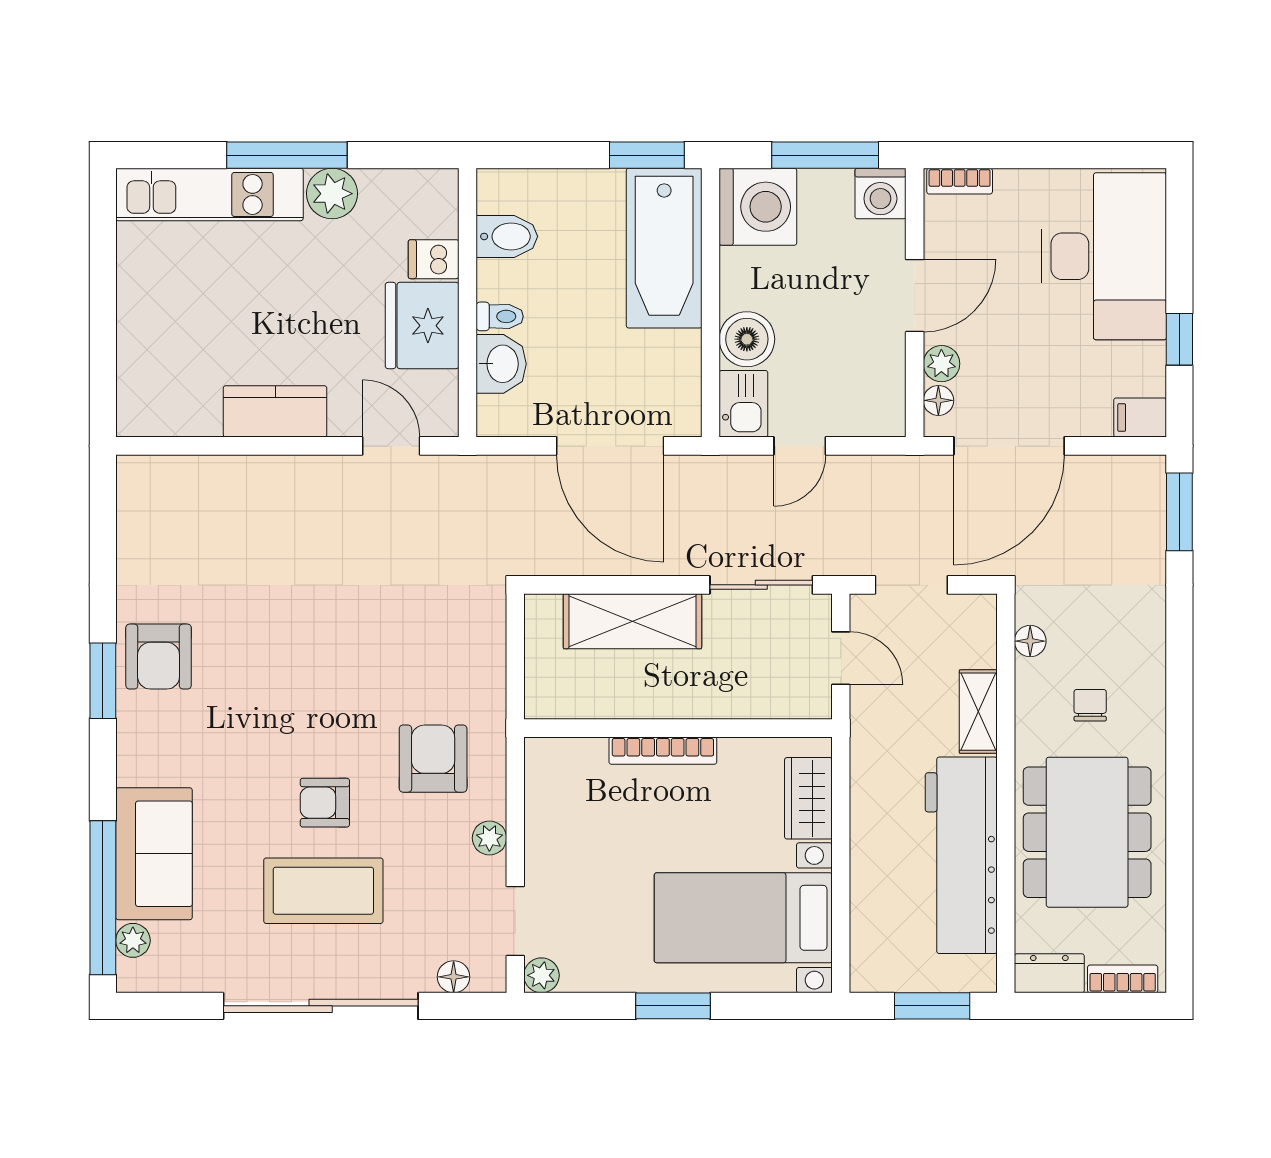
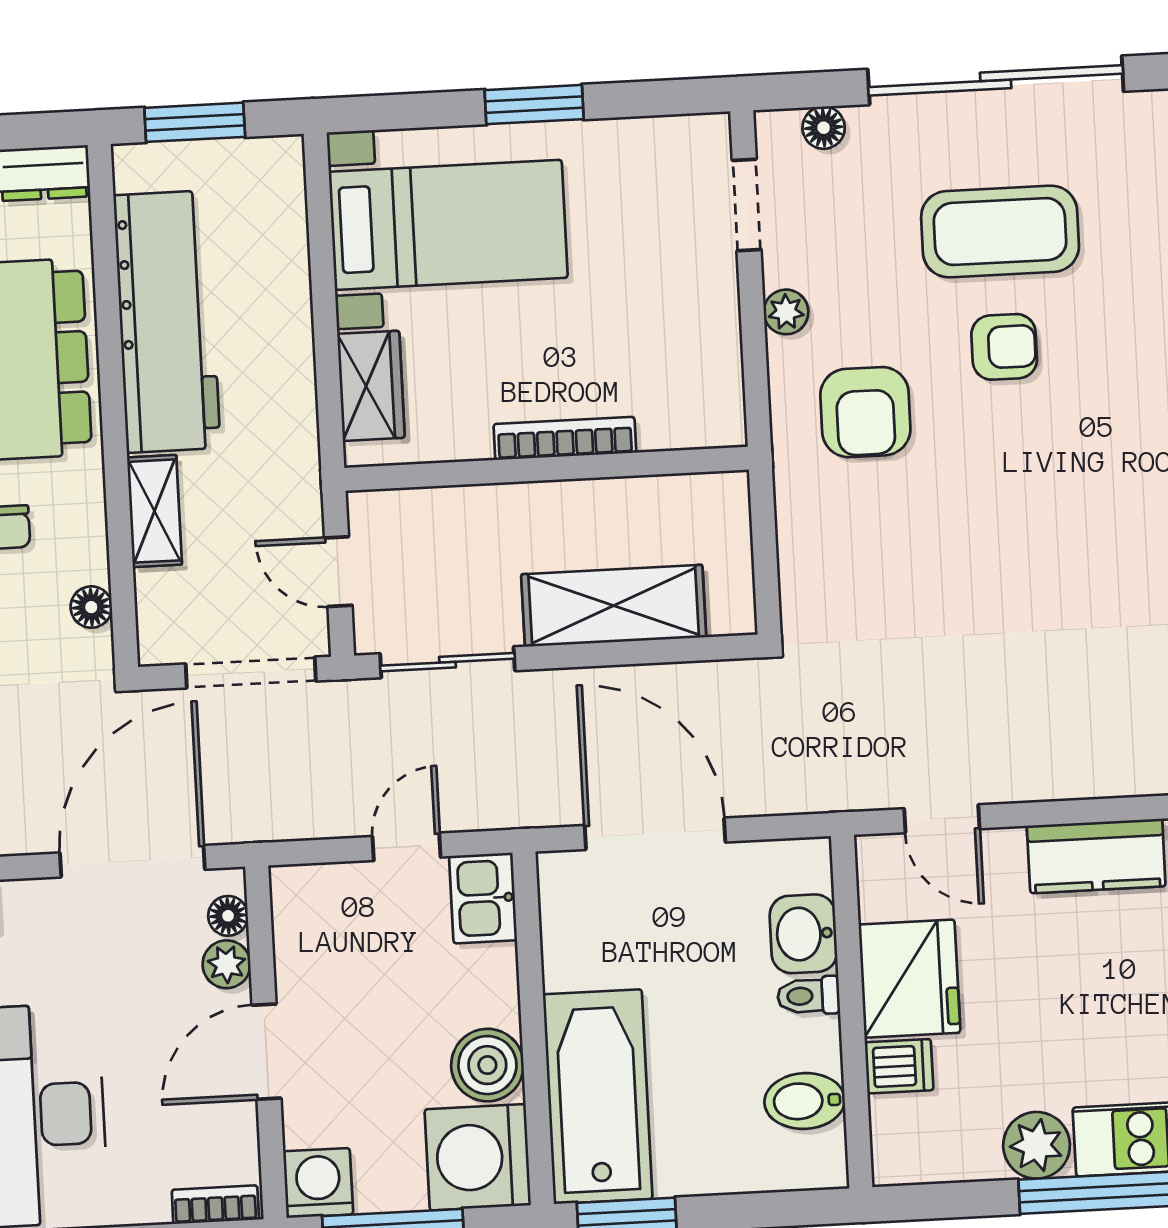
boiler: (747, 339) -> (487, 1065), moved
doorway: (911, 585) -> (251, 672), width x1.38
plant: (541, 975) -> (709, 136), removed

